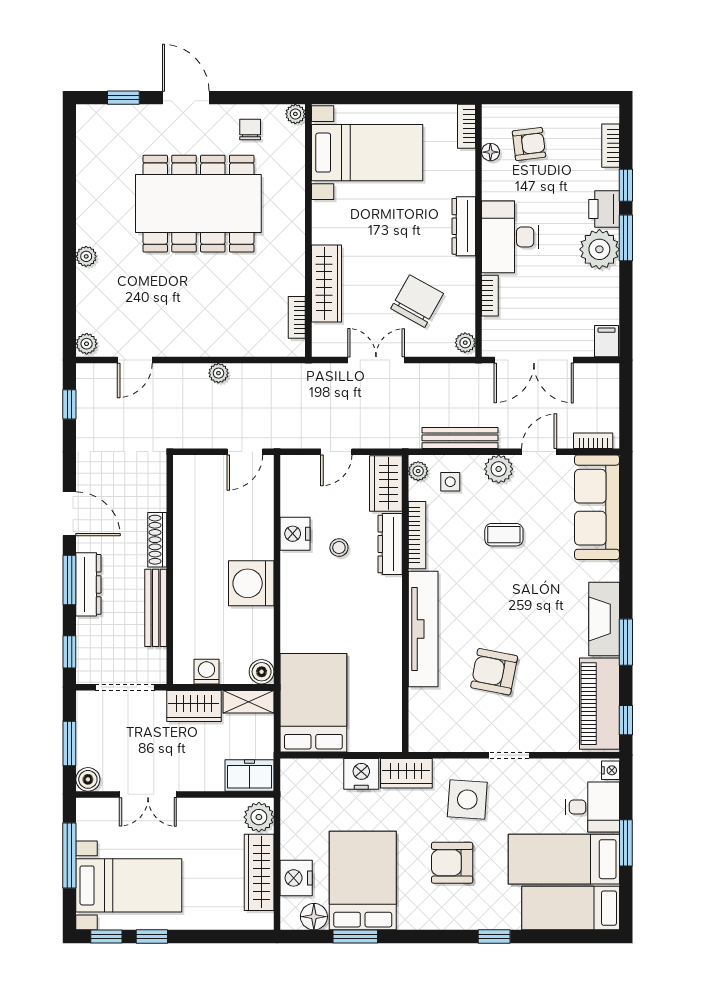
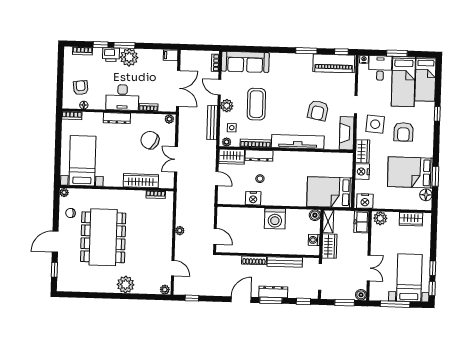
plant: (86, 256) -> (126, 285), width x1.87, depth x1.87
door: (245, 452) -> (215, 236), moved
coffee table: (504, 535) -> (256, 104), width x1.86, depth x1.72
fireplace: (604, 619) -> (347, 133), moved, turned 90
wardrobe: (259, 872) -> (411, 219), width x0.67
nightstand: (296, 878) -> (365, 201), moved

